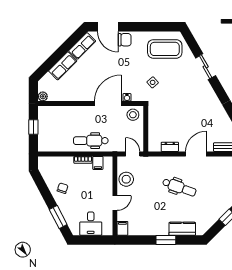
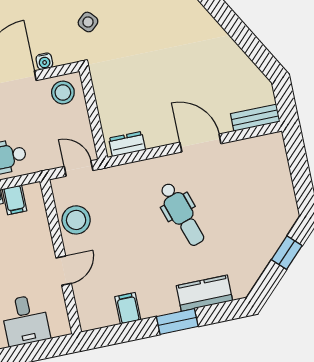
dresser: (170, 147) -> (127, 144), moved
door: (196, 154) -> (200, 143), hinge flipped
dental chair: (179, 187) -> (182, 214), turned 52
filing cabinet: (122, 228) -> (128, 308), moved

